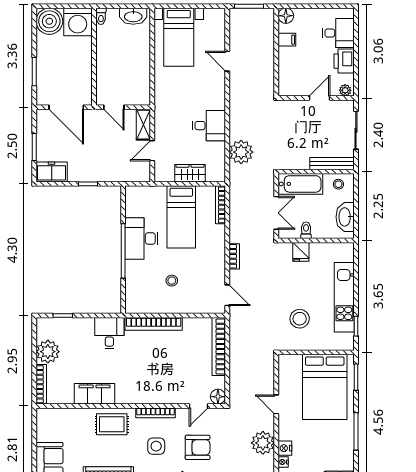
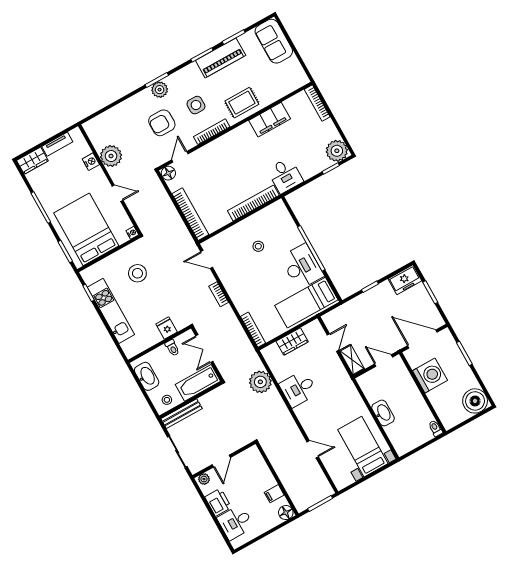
washbasin: (133, 16) -> (383, 413), moved, turned 90
washing machine: (78, 22) -> (430, 375), moved, turned 90
bed: (181, 217) -> (306, 303), moved, turned -90
plant: (48, 352) -> (337, 151), moved
nightstand: (283, 462) -> (132, 233), moved

